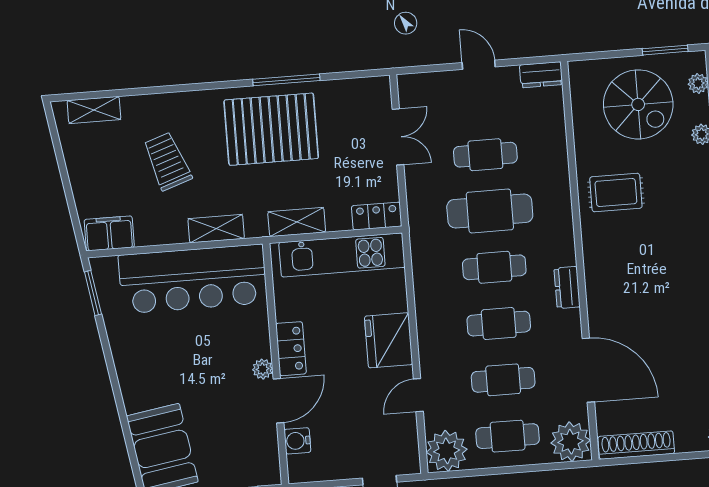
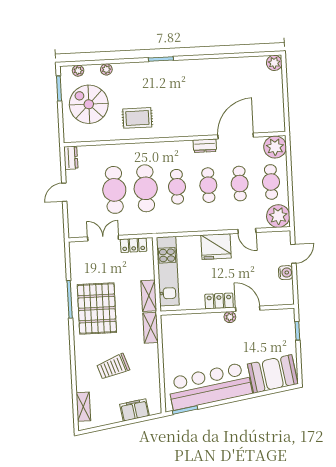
spiral stairs: (638, 104) -> (89, 104), turned -90
cafe table: (485, 155) -> (114, 190), width x1.37, depth x1.35
rug: (616, 192) -> (137, 118), turned 90
locker: (377, 216) -> (134, 245), moved, turned -90
shelving: (216, 229) -> (151, 328), moved
filing cabinet: (109, 233) -> (135, 410), moved, turned 81
bar counter: (193, 279) -> (210, 386), moved, turned -99
dresser: (567, 288) -> (205, 146), moved
water cooler: (297, 441) -> (286, 273), moved, turned -90
shoe rack: (636, 445) -> (278, 111), removed

